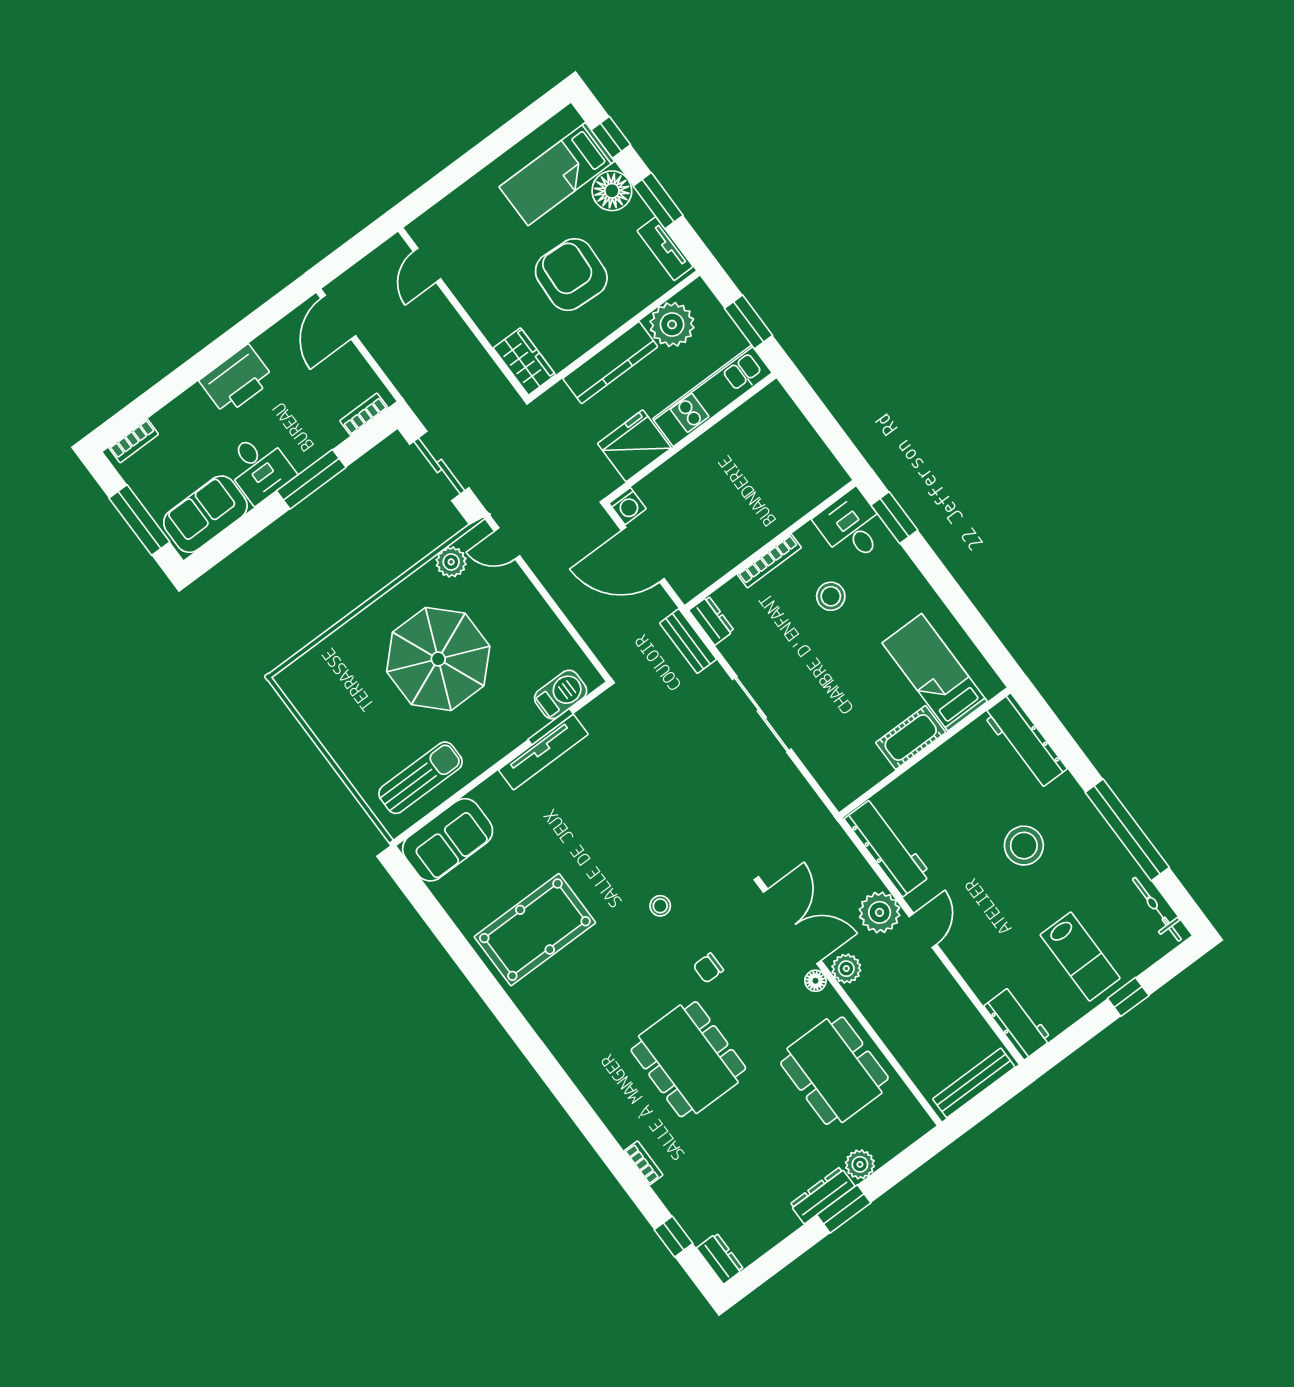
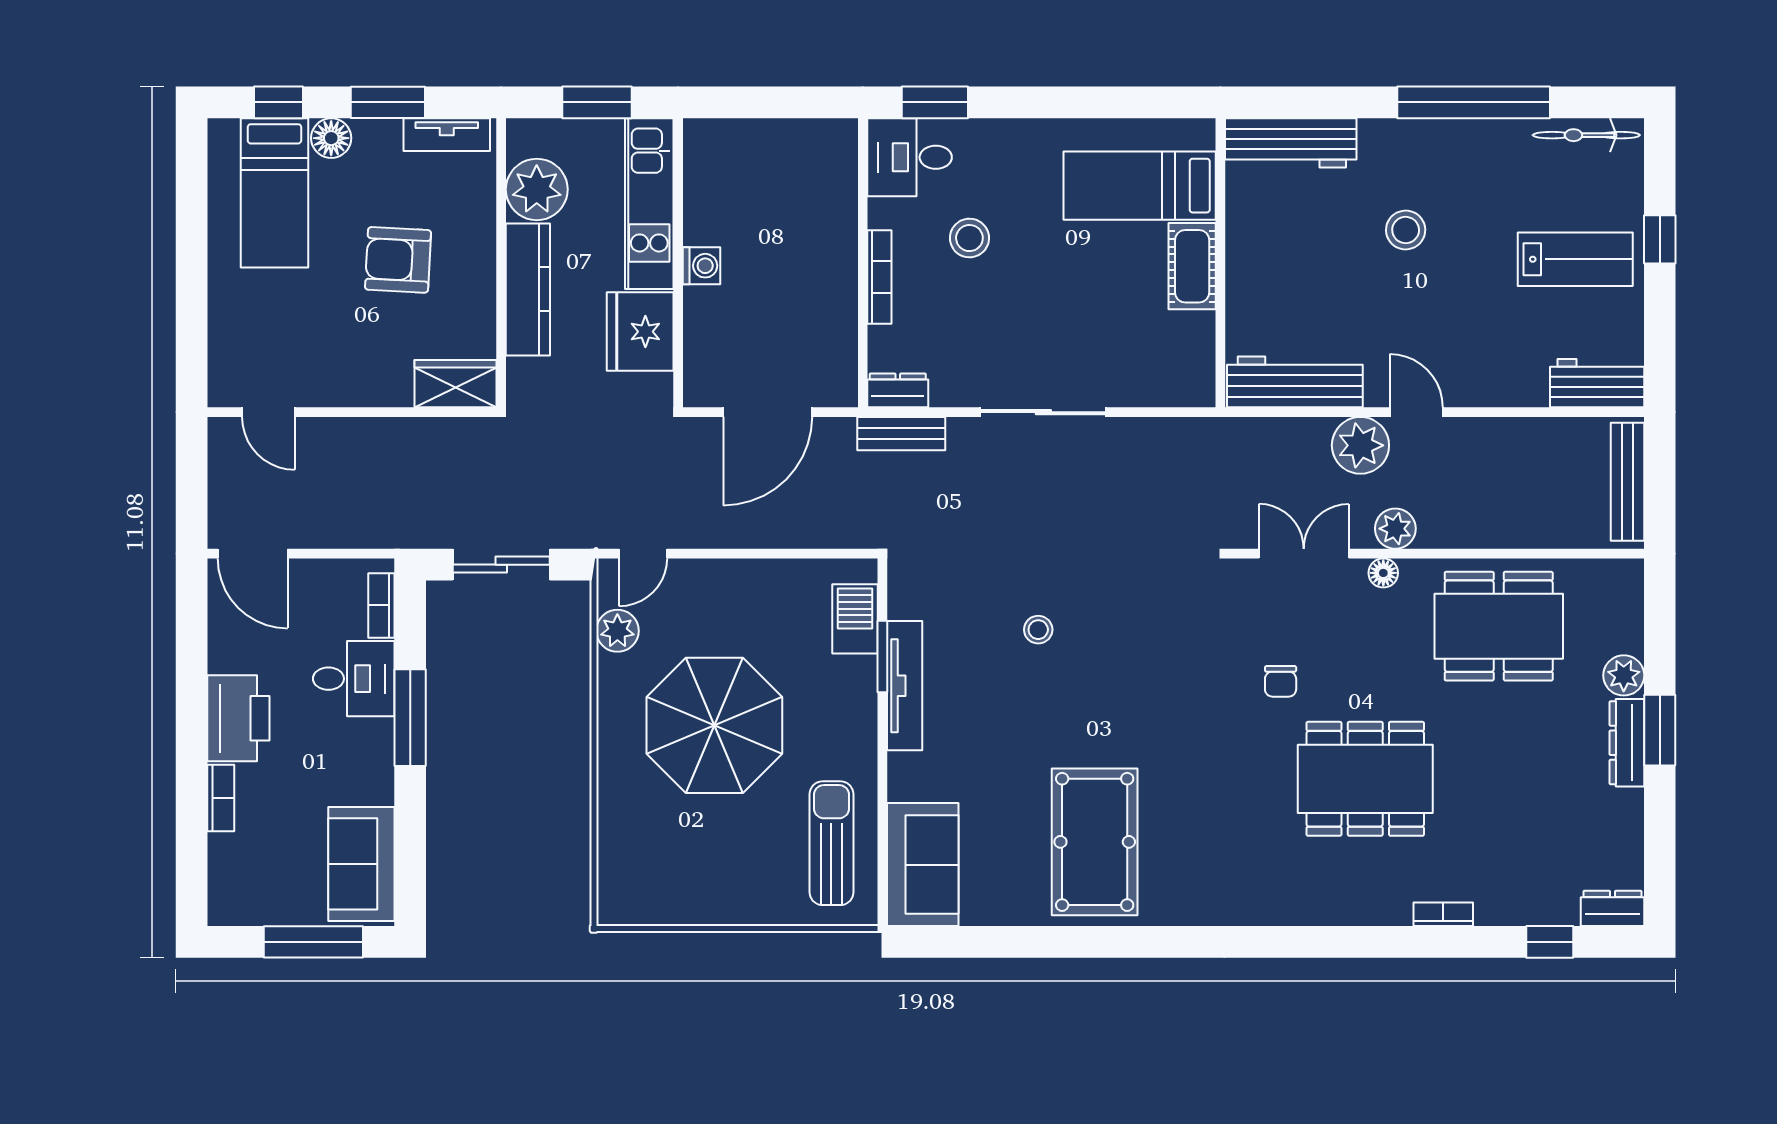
floor lamp: (612, 191) -> (331, 138), width x0.73, depth x0.73
armchair: (571, 275) -> (398, 260), width x0.73, depth x0.73
bookcase: (134, 441) -> (221, 798), moved
desk: (259, 467) -> (354, 679), moved
washing machine: (628, 506) -> (701, 266), moved
stool: (1024, 846) -> (1406, 230), width x0.73, depth x0.73
stool: (660, 906) -> (1038, 630), moved
double door: (792, 926) -> (1304, 554), width x0.73

